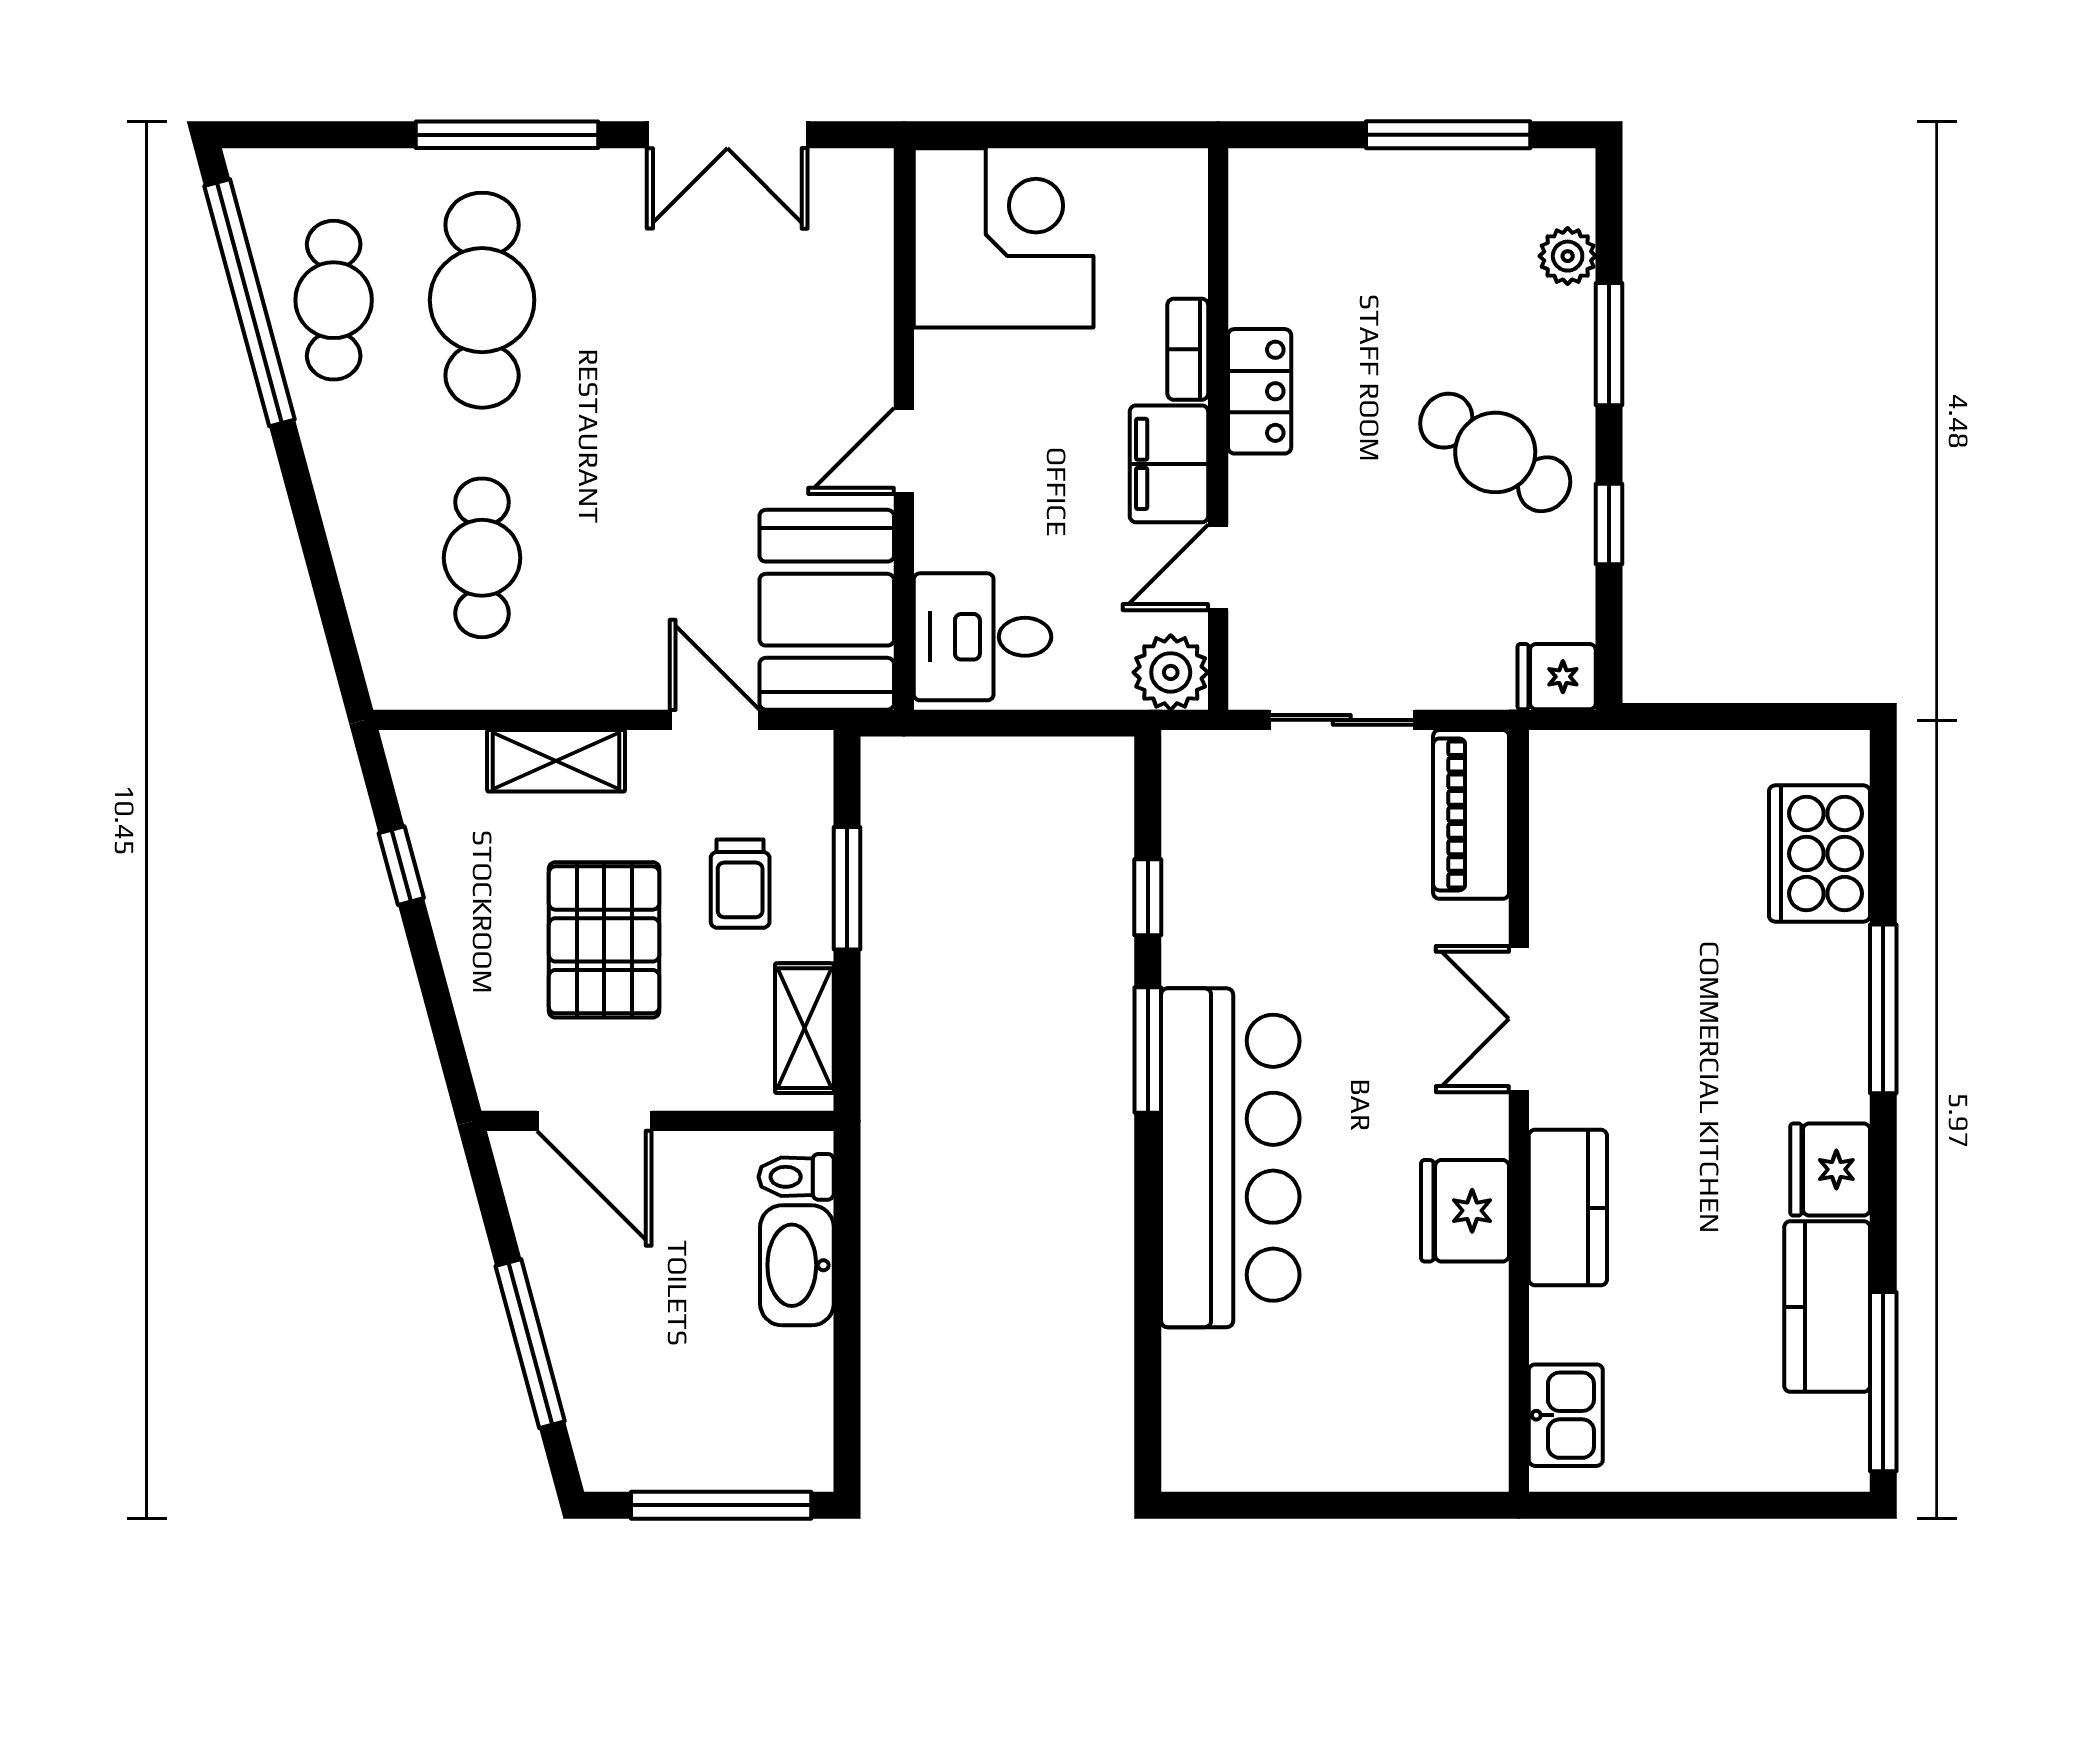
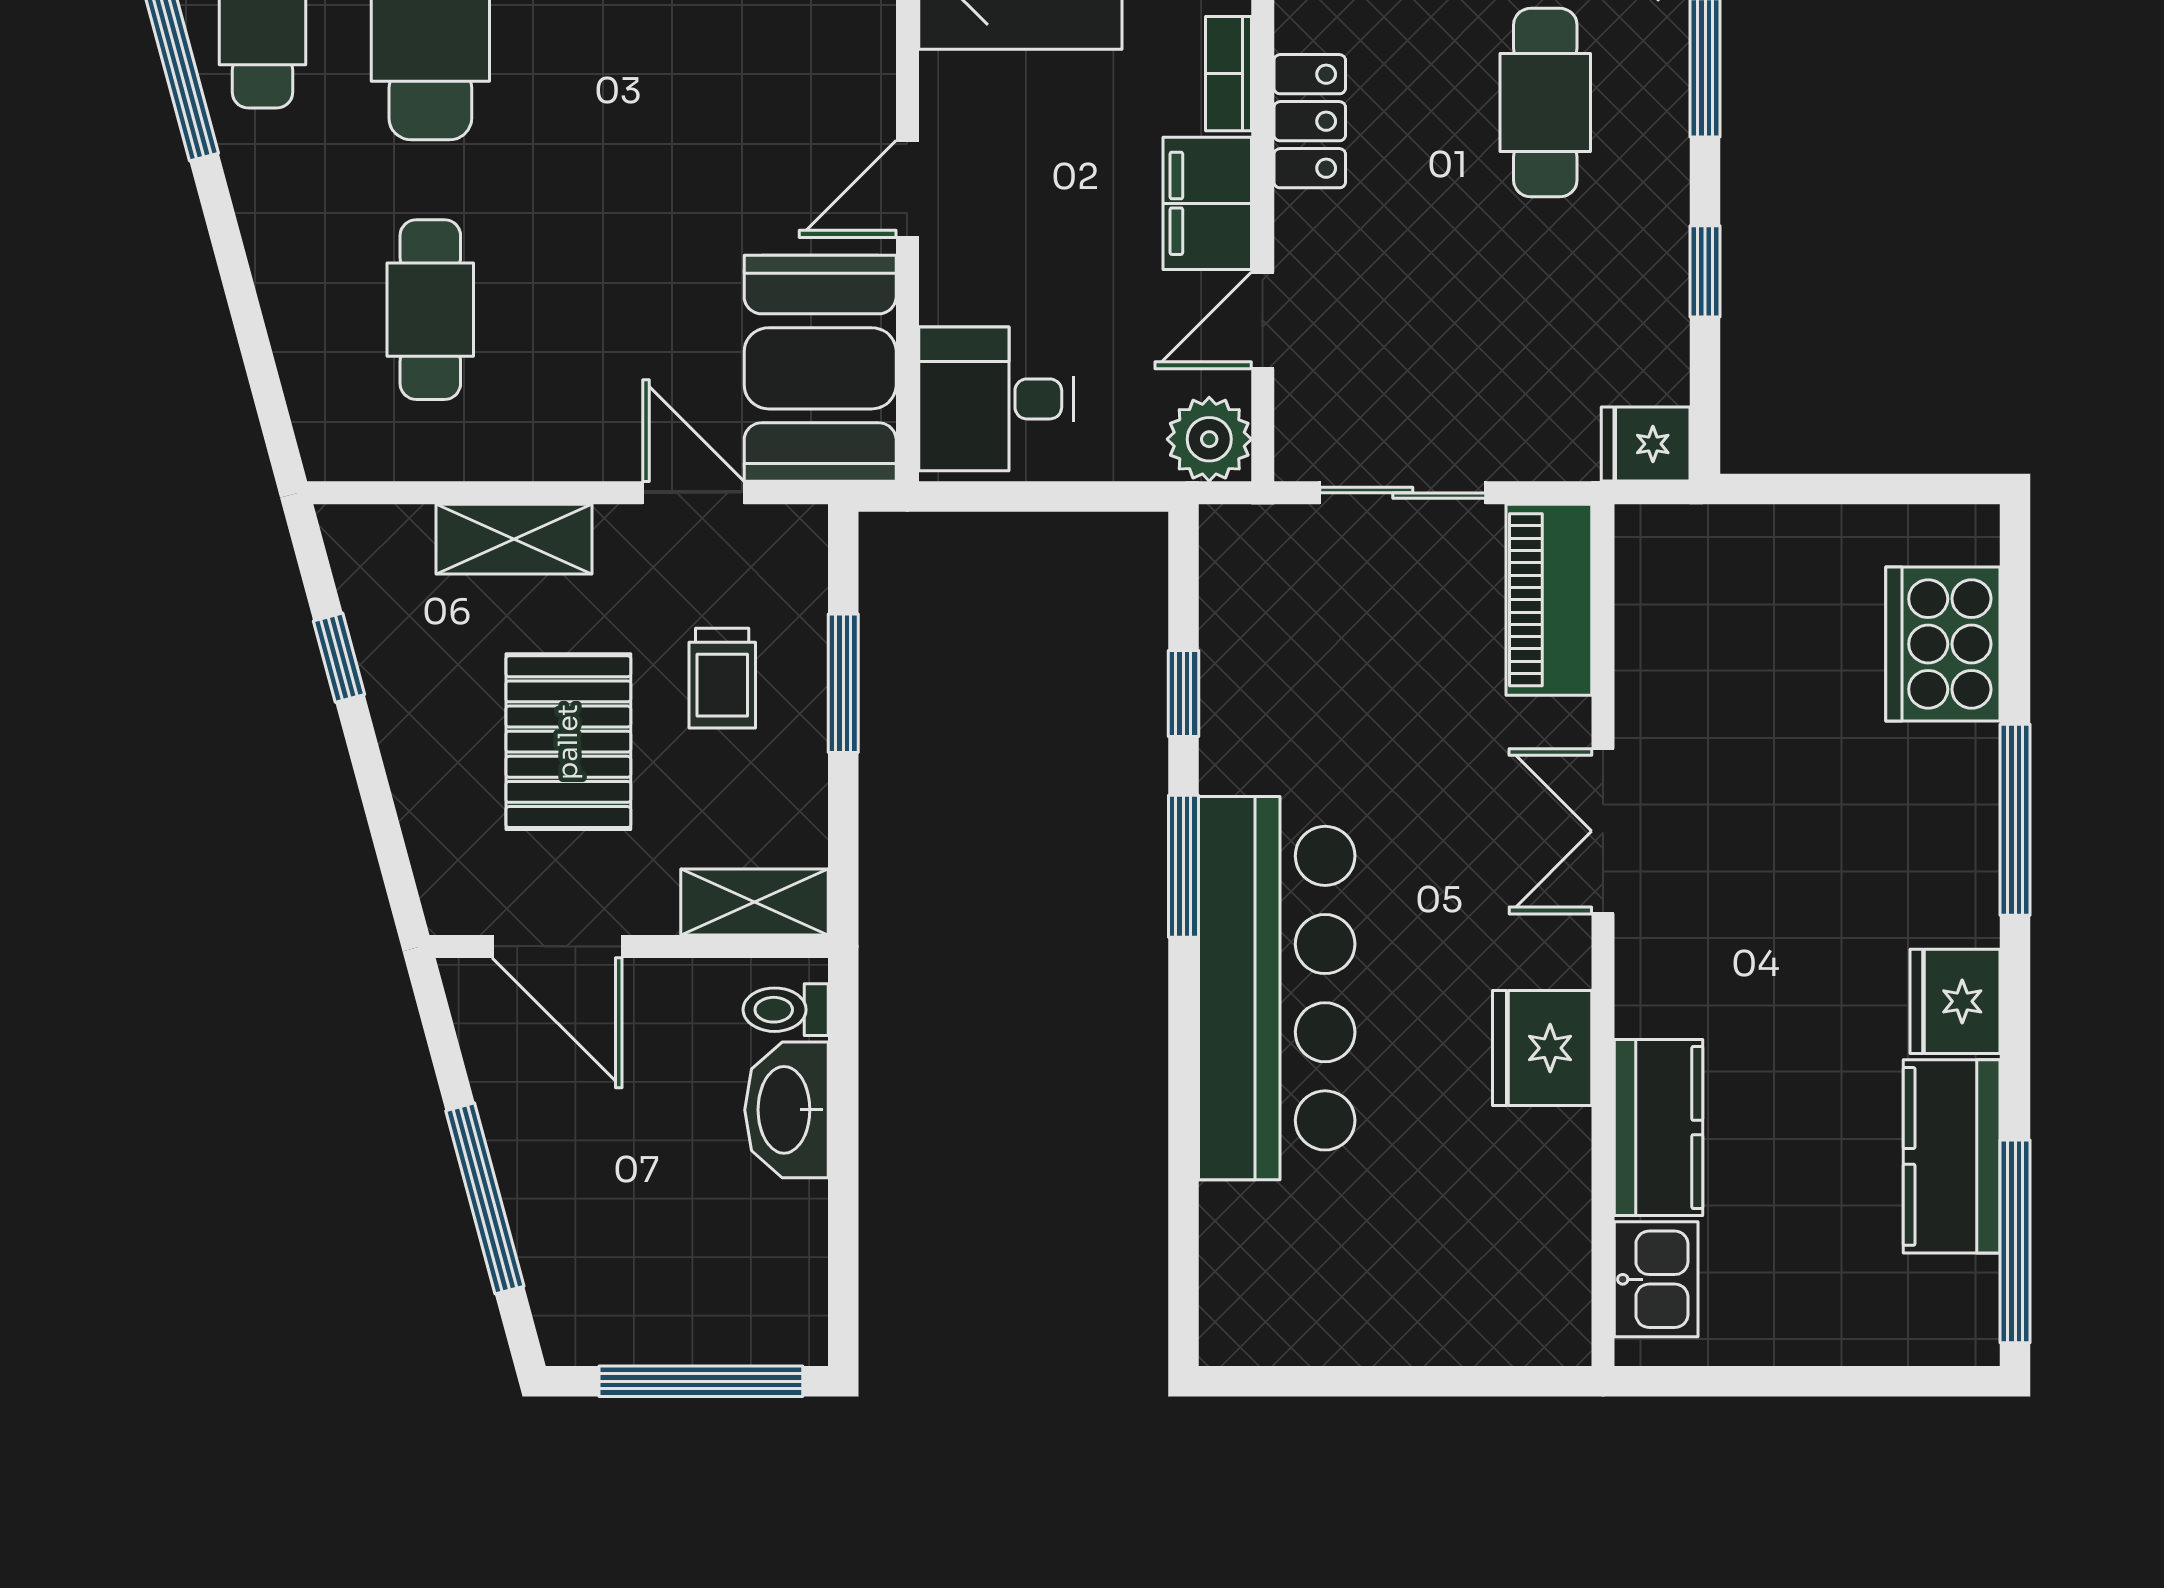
cafe table: (1495, 452) -> (1545, 103), moved, turned 57
shelving: (804, 1028) -> (754, 902), moved, turned 90
kitchen counter: (1568, 1208) -> (1658, 1127), moved

